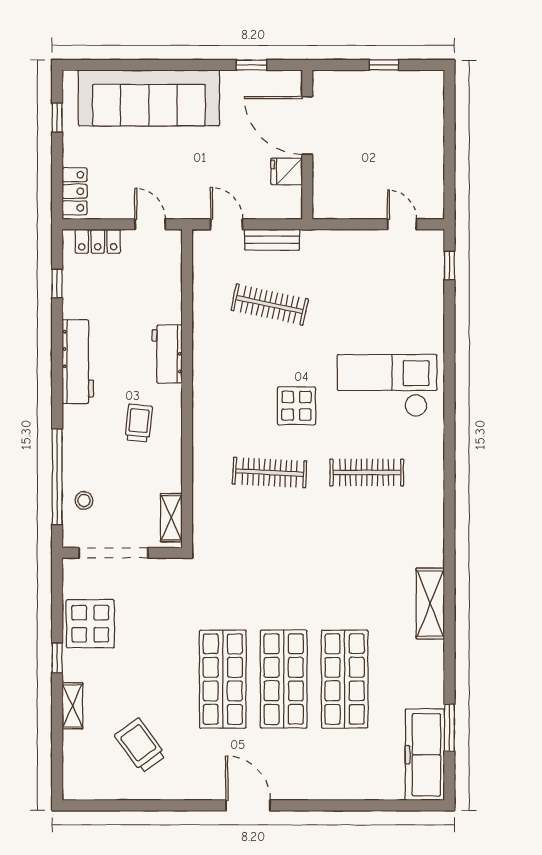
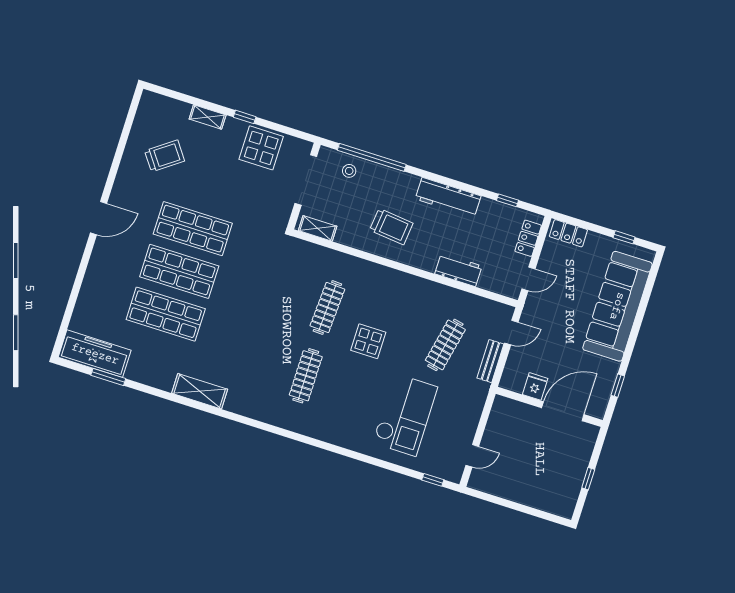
workbench: (167, 354) -> (458, 270), moved
checkout: (387, 386) -> (405, 415), moved
trolley: (139, 423) -> (391, 227), width x1.36, depth x1.39

